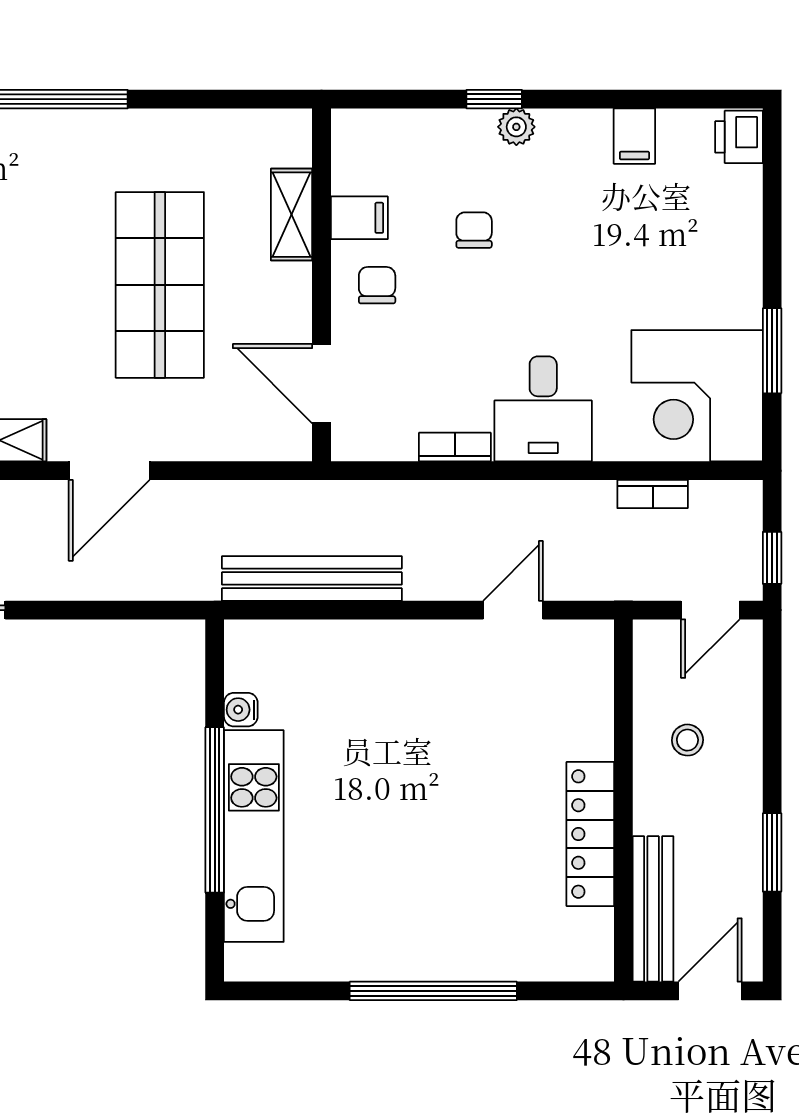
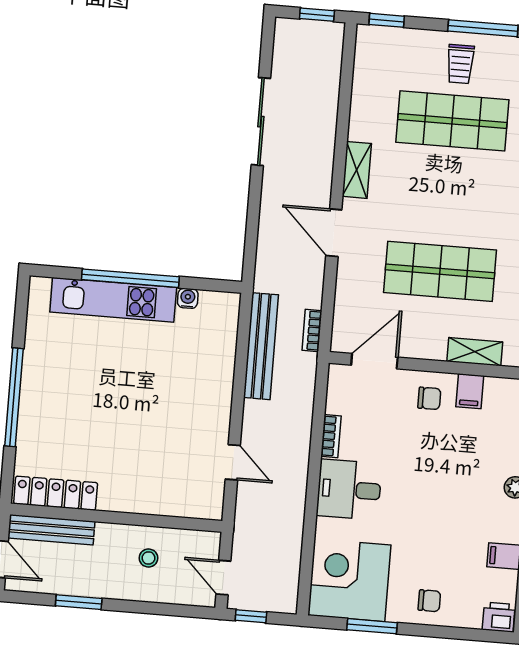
chair: (474, 230) -> (429, 601), moved
bookcase: (653, 494) -> (312, 330), moved
locker: (590, 834) -> (56, 493), moved

